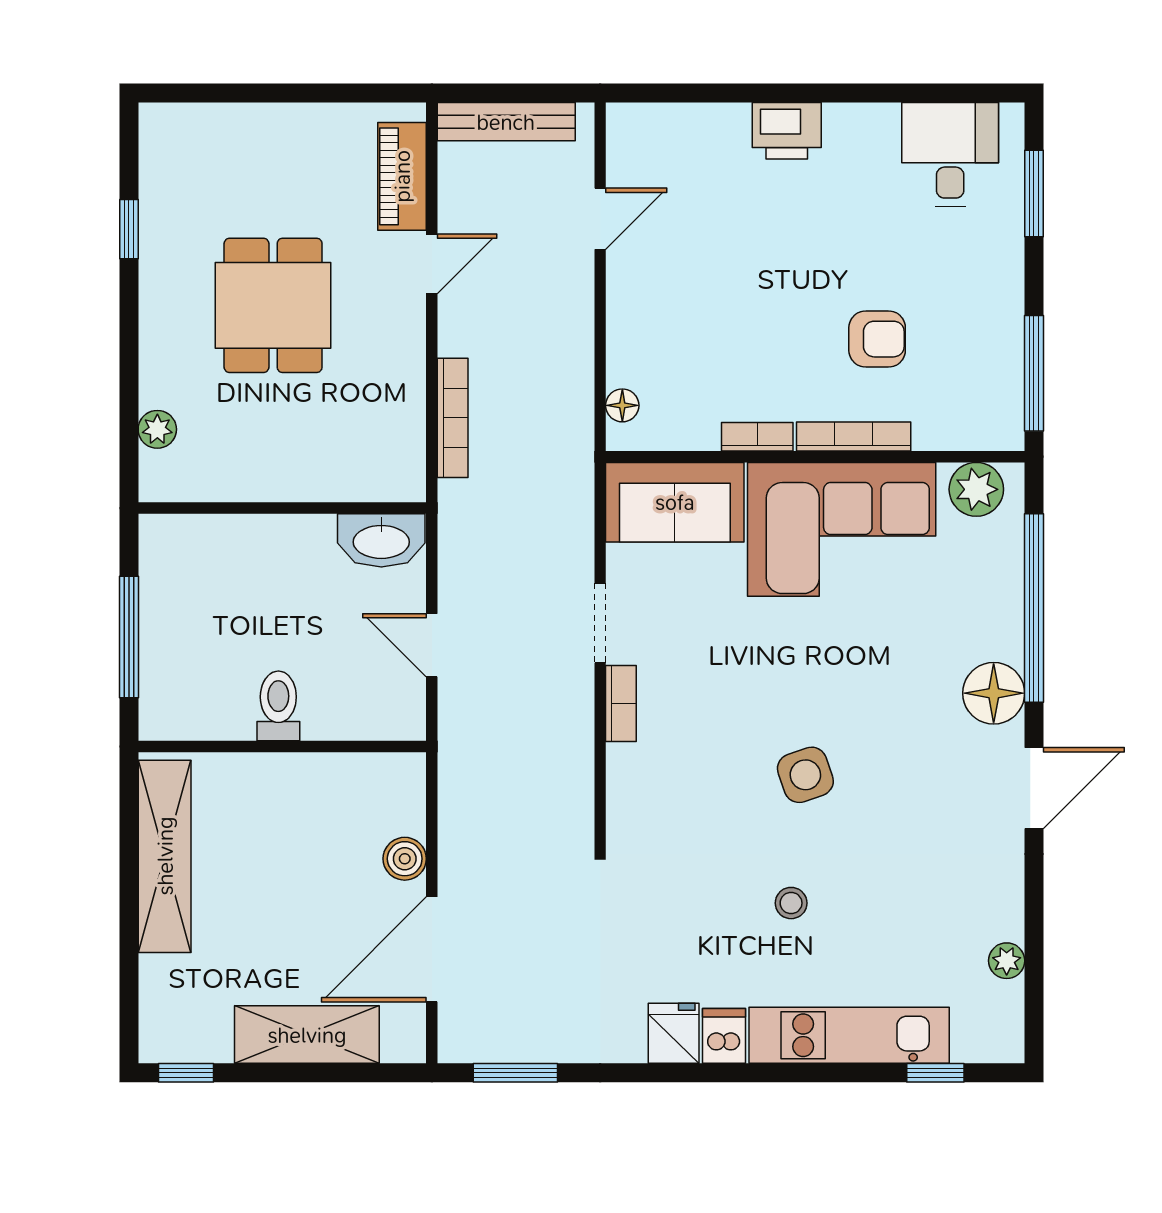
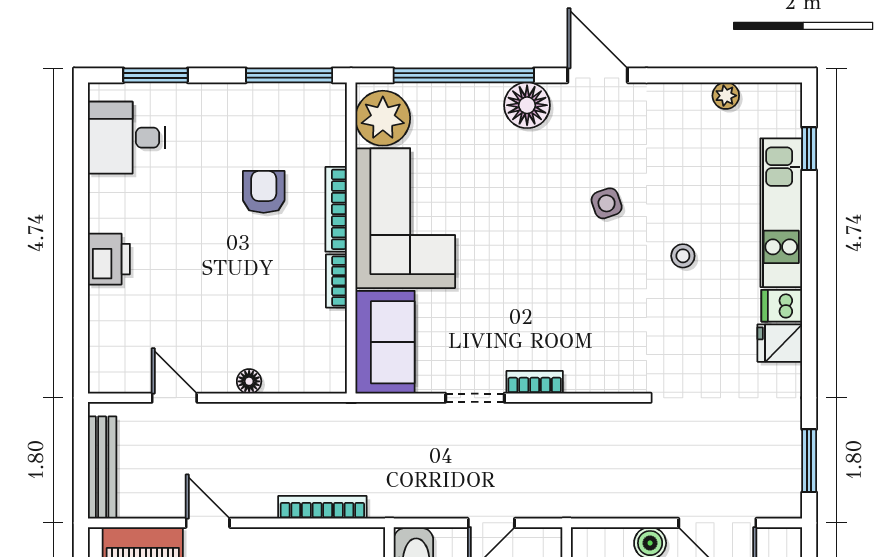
floor lamp: (622, 405) -> (249, 381), moved
plant: (976, 489) -> (383, 118), width x1.36, depth x1.36
side table: (805, 775) -> (607, 203), moved, width x0.73, depth x0.73

